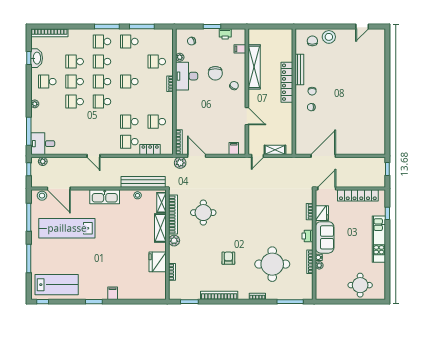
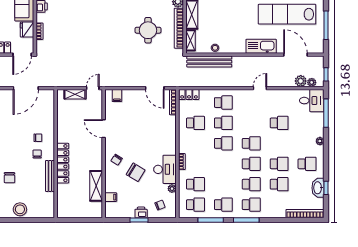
printer: (225, 34) -> (141, 212), moved
chair: (312, 41) -> (9, 178), moved
school desk: (157, 42) -> (195, 205), added
shelving: (254, 67) -> (96, 186), width x0.68
chair: (215, 73) -> (136, 172), turned 121
school desk: (129, 82) -> (223, 143), moved
school desk: (75, 102) -> (279, 123), moved
locker: (150, 150) -> (189, 95), moved
door: (93, 156) -> (260, 88), hinge flipped
plant: (180, 163) -> (301, 81), moved
stool: (42, 196) -> (312, 47), removed
kitchen sink: (105, 197) -> (261, 46), moved
lab bench: (67, 228) -> (287, 14), turned 180

